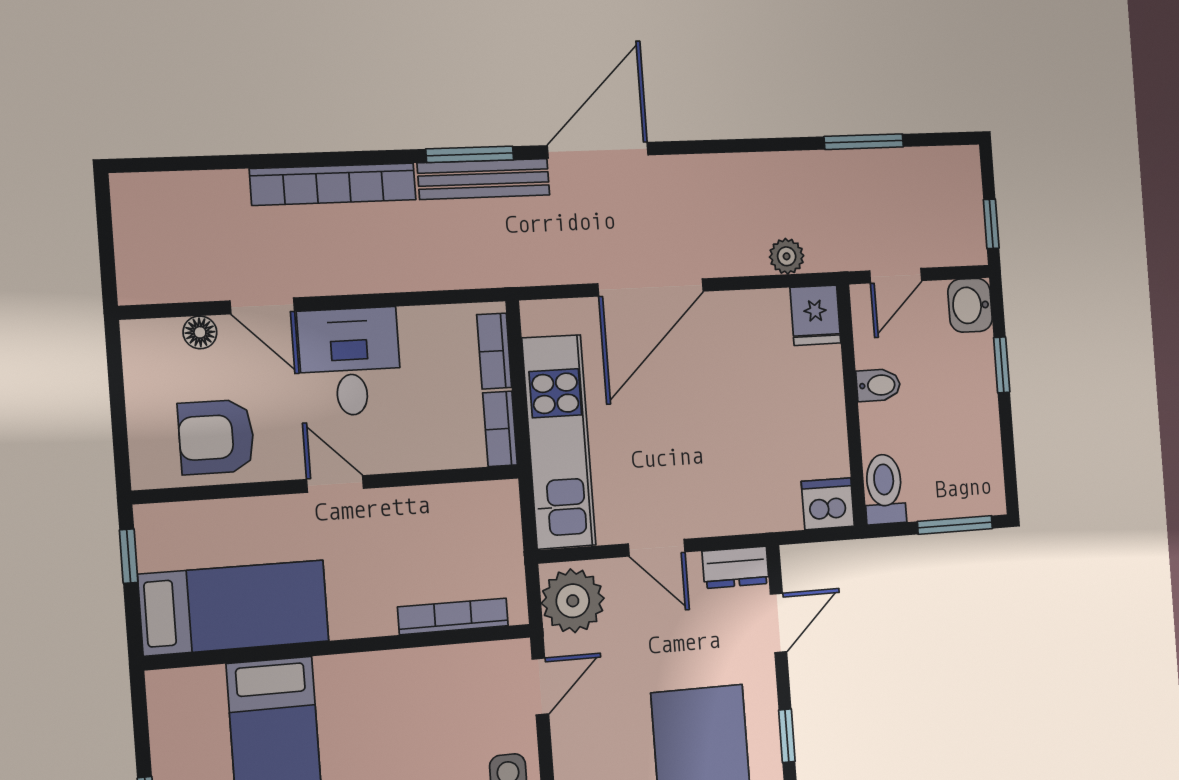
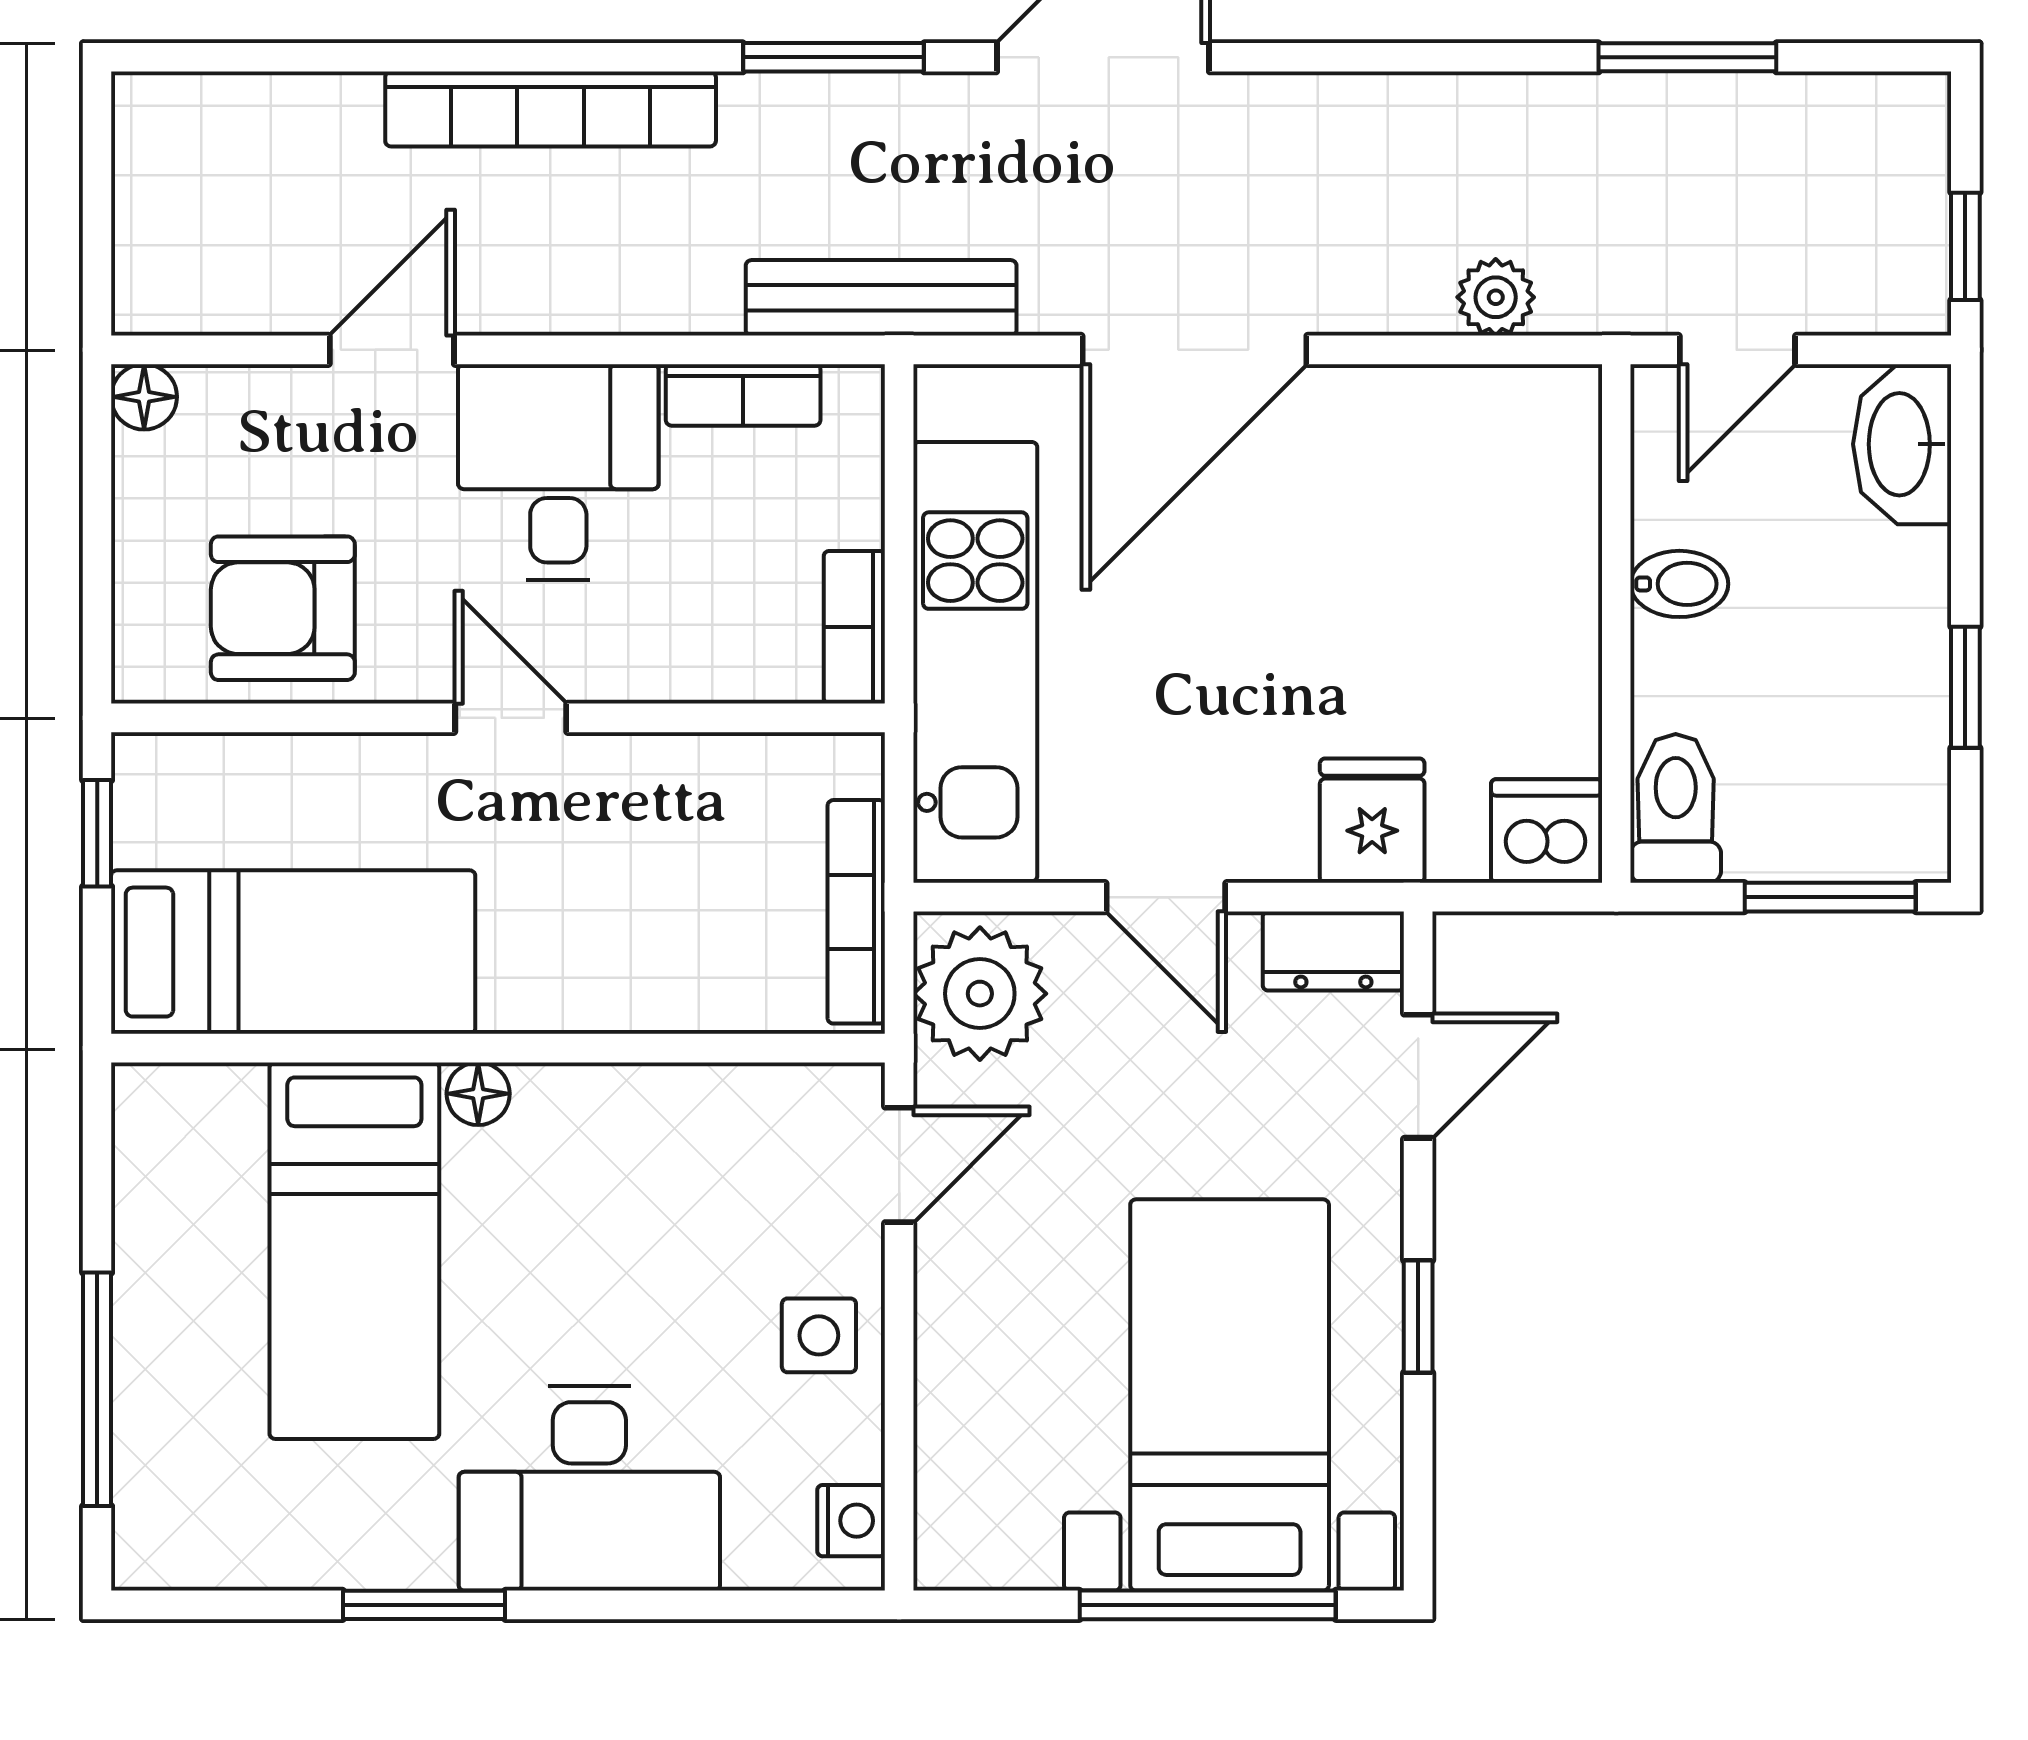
bench: (484, 179) -> (881, 298), moved
washbasin: (970, 305) -> (1902, 444), width x1.38
door: (262, 306) -> (392, 350), swing flipped
fridge: (815, 315) -> (1372, 821), moved, turned 180
floor lamp: (200, 332) -> (144, 397), moved
bookcase: (494, 351) -> (743, 395), moved, turned -90
window: (1002, 365) -> (1965, 687), moved
bookcase: (453, 616) -> (856, 912), moved, turned -90
floor lamp: (332, 670) -> (478, 1094), added

